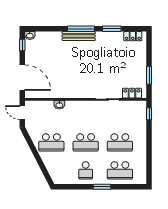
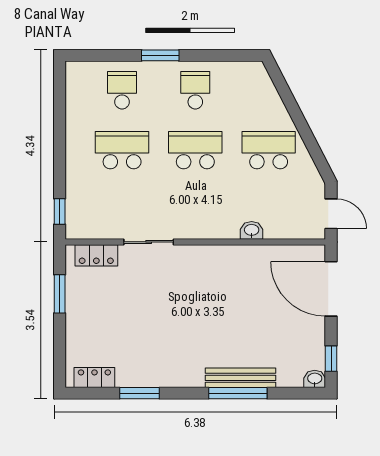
window: (81, 29) -> (238, 393), moved
bench: (79, 36) -> (240, 378), moved
school desk: (120, 170) -> (122, 90), width x0.54

